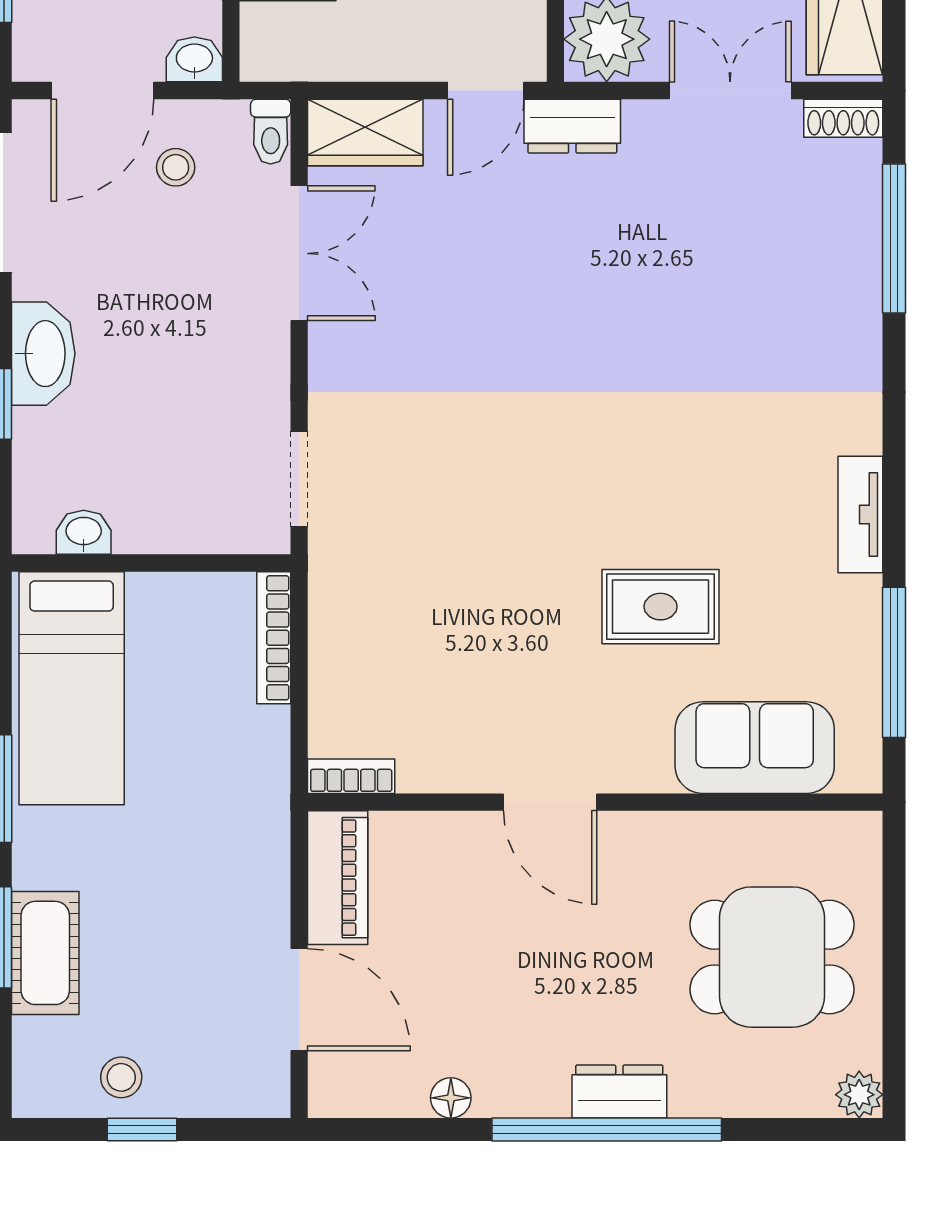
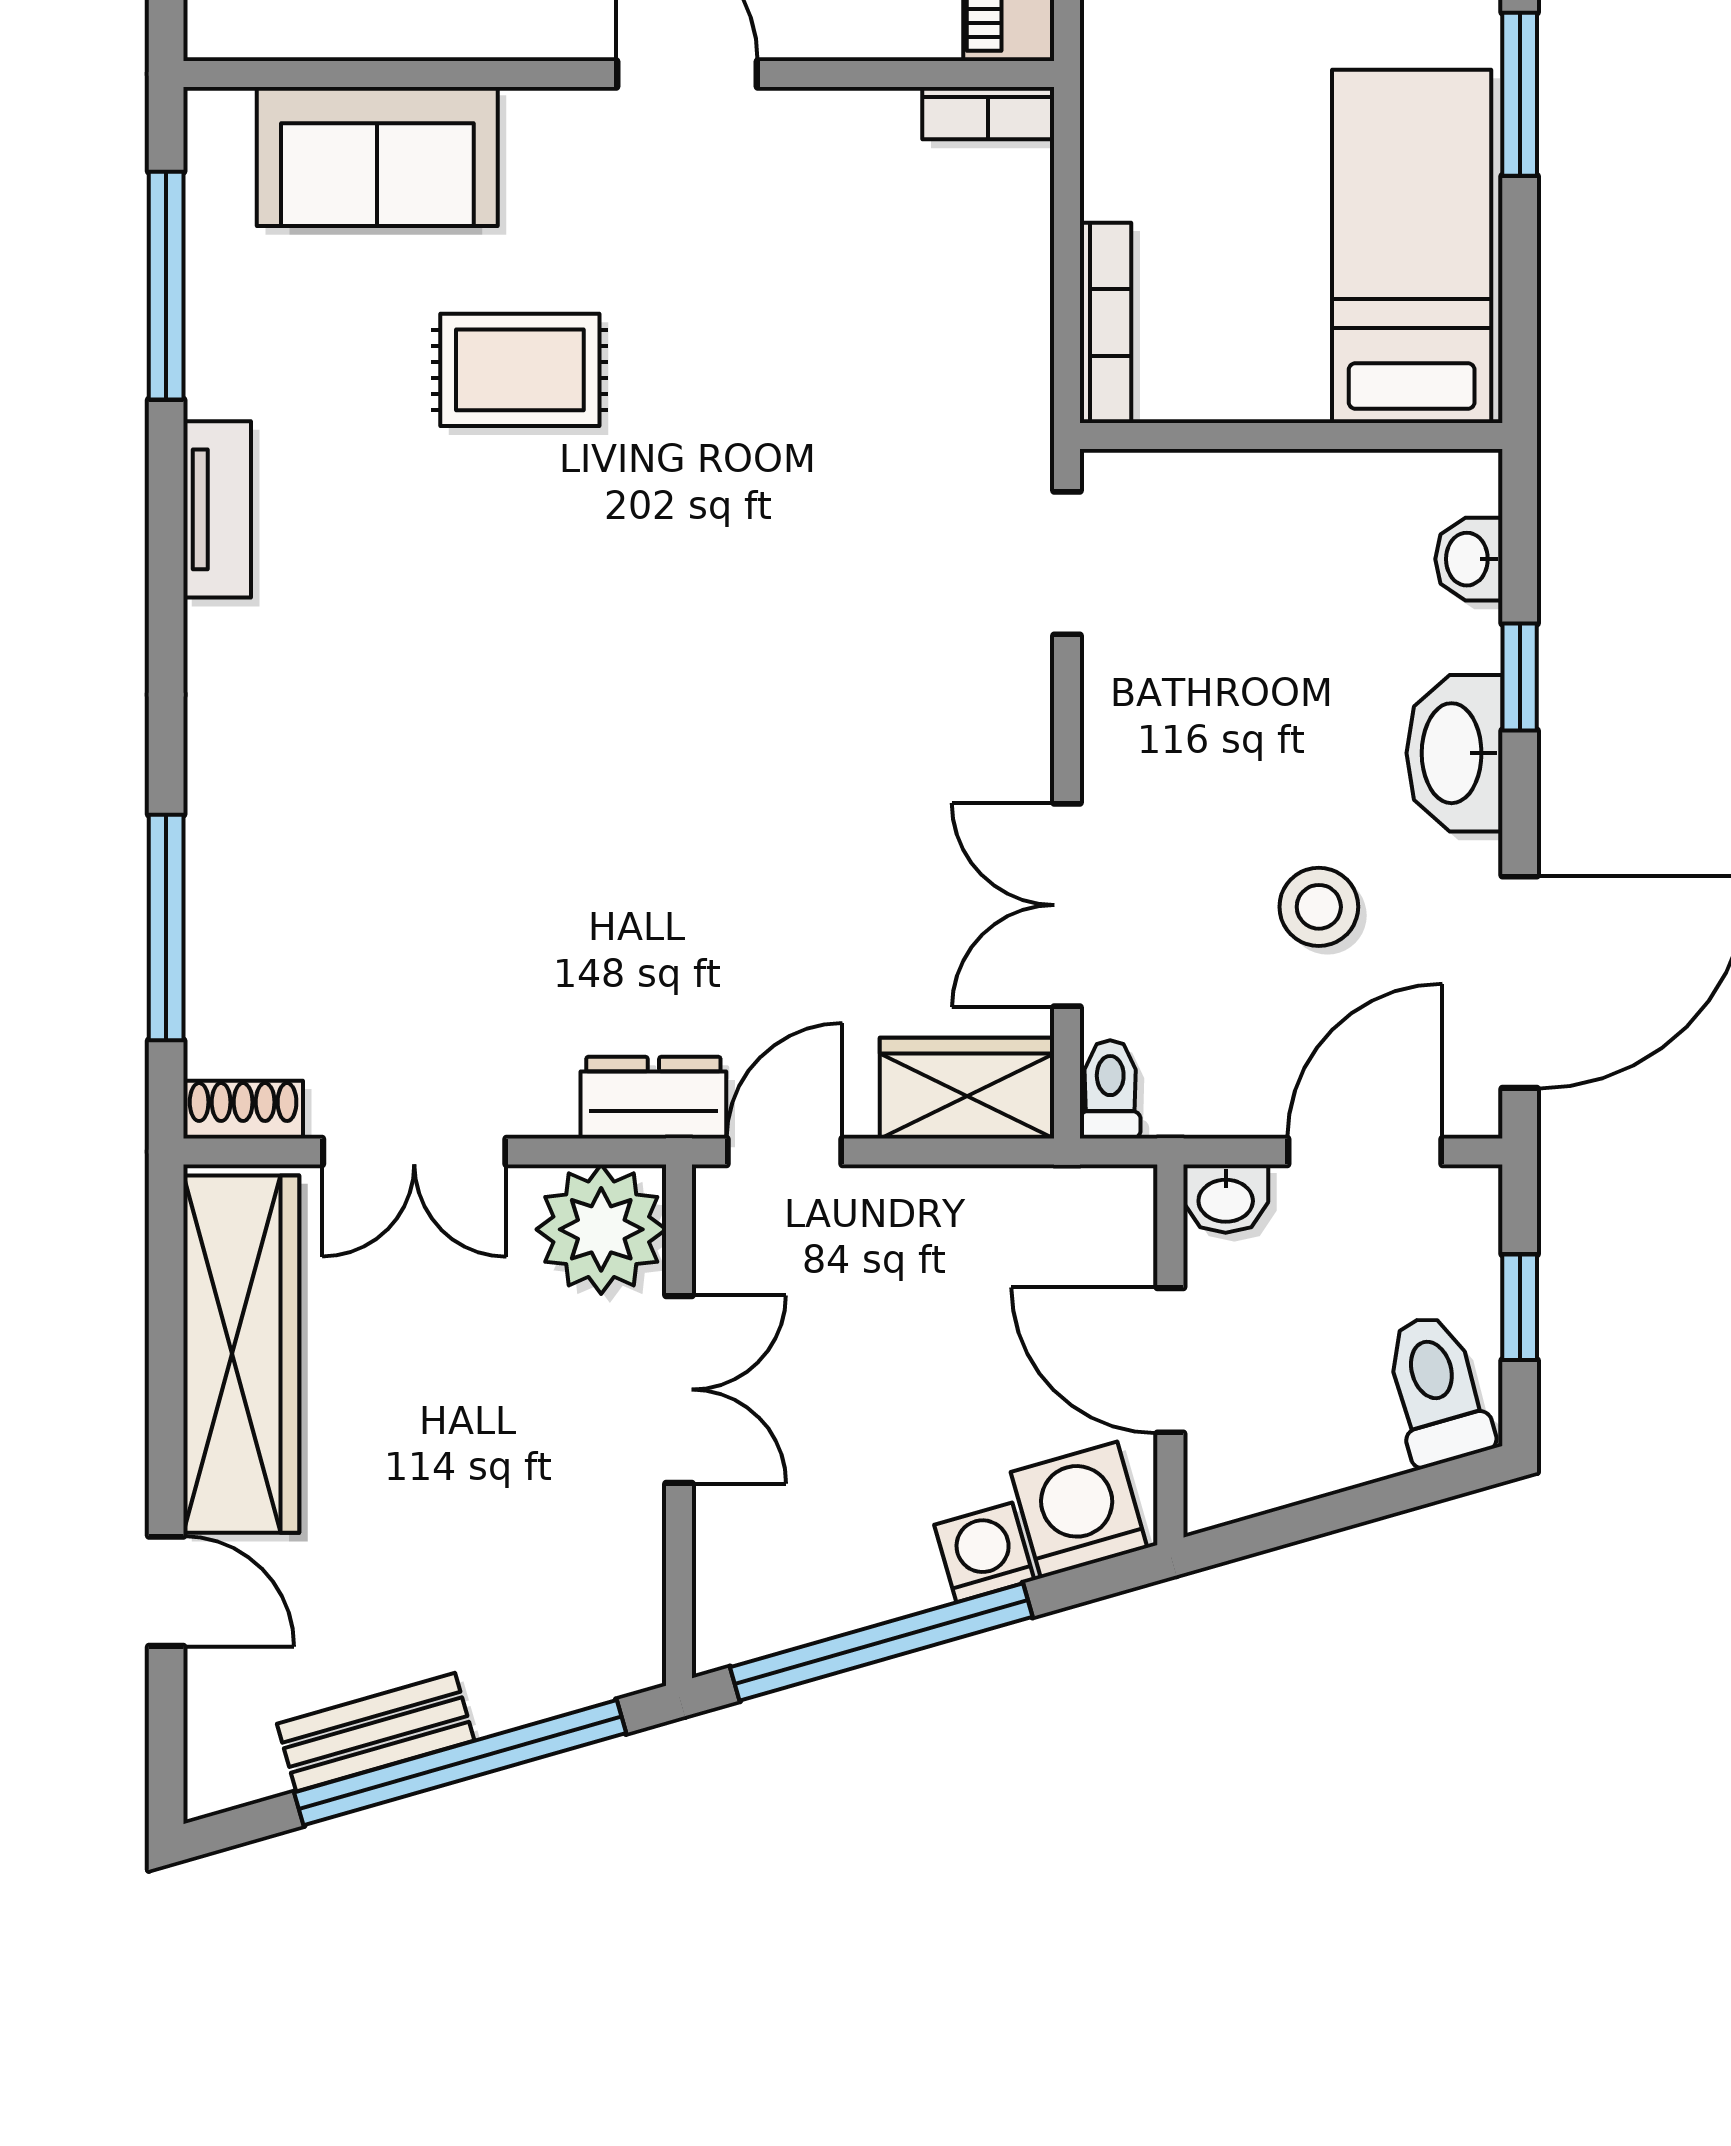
stool: (176, 167) -> (1319, 907), moved, width x1.37, depth x1.37
washbasin: (84, 532) -> (1469, 559), moved, turned 90

